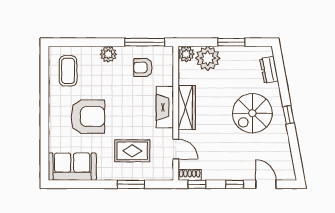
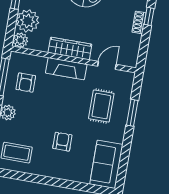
armchair: (88, 117) -> (62, 142), width x0.53, depth x0.53
shoe rack: (190, 175) -> (139, 22), moved
window: (197, 184) -> (143, 51), removed

